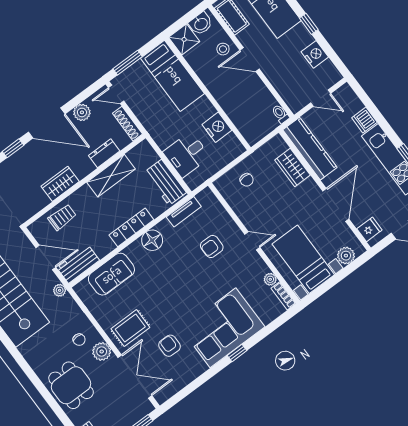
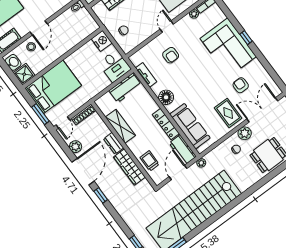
bed: (172, 76) -> (53, 87), width x1.50
nightstand: (217, 127) -> (102, 41), moved, turned 90
dresser: (104, 153) -> (114, 143), moved
desk: (187, 154) -> (115, 66), moved
wardrobe: (60, 184) -> (129, 167), width x1.50
locker: (131, 227) -> (166, 124), moved
sofa: (111, 274) -> (190, 126), width x1.36
armchair: (170, 346) -> (241, 85), turned 90

